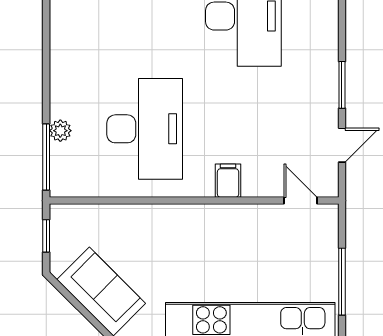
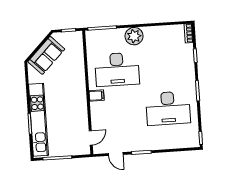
plant: (60, 131) -> (134, 36), moved, width x1.88, depth x1.88
filing cabinet: (228, 181) -> (97, 96), moved

